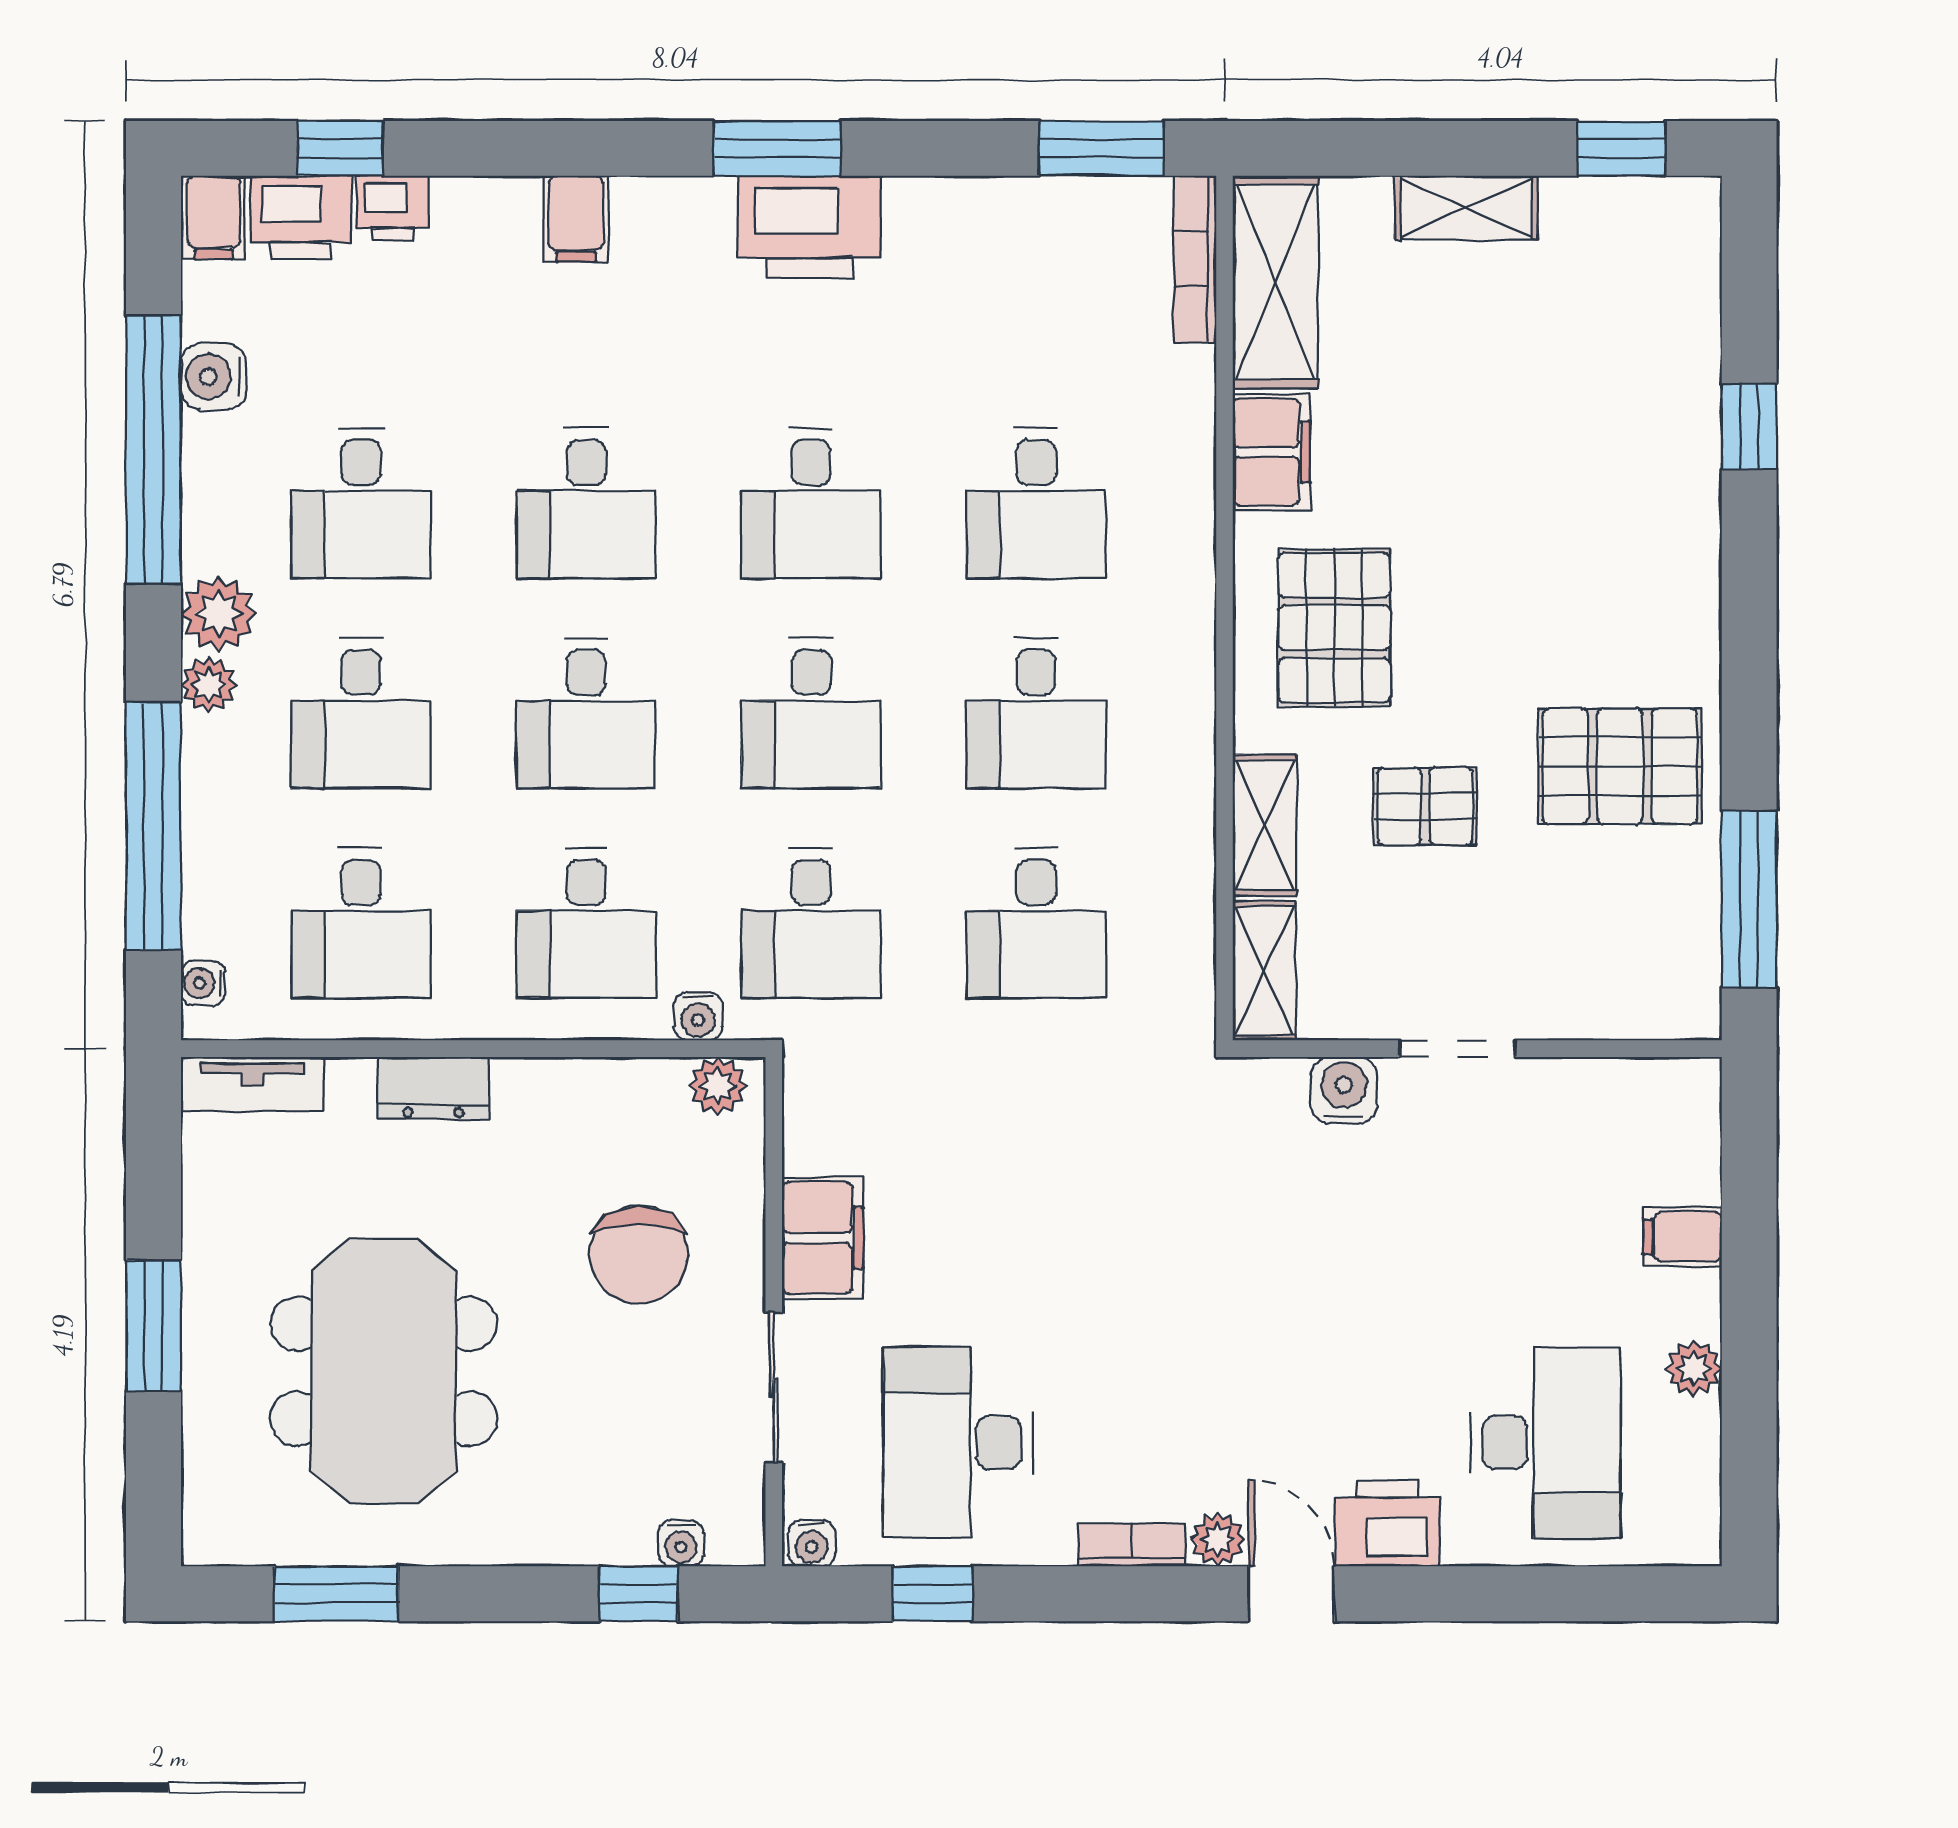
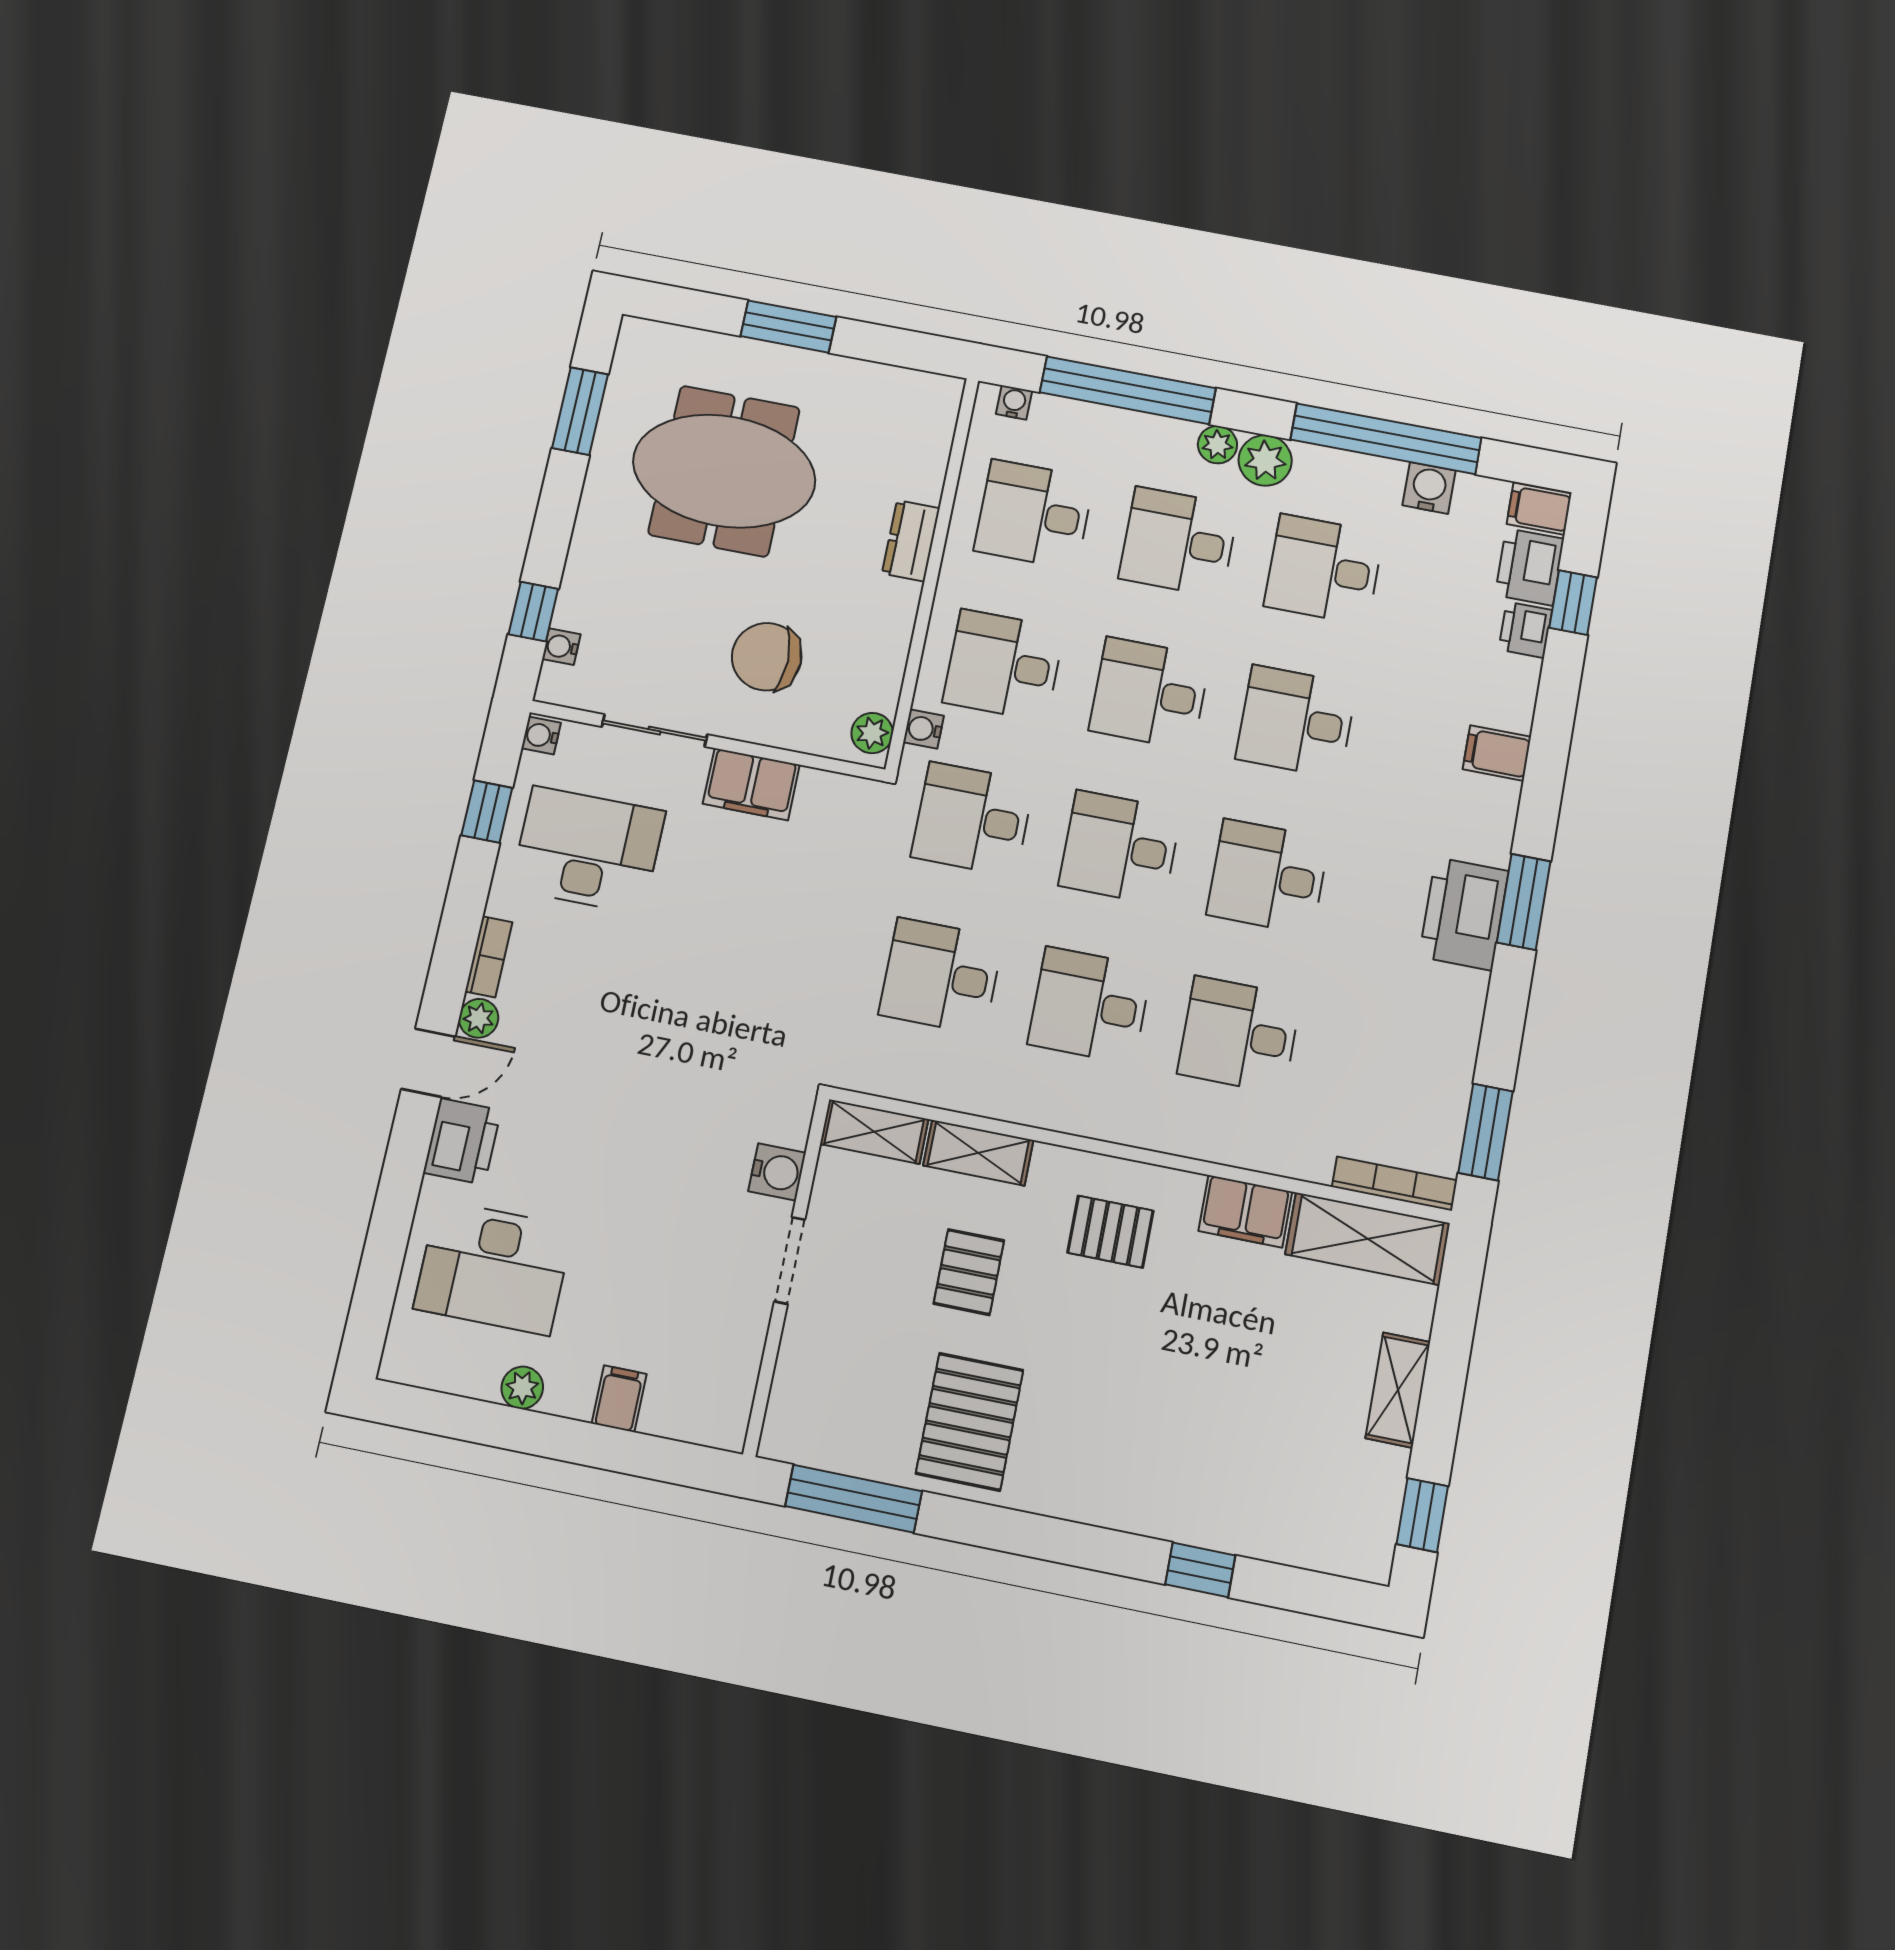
pallet: (1334, 628) -> (1110, 1232), width x0.67, depth x0.71
tv unit: (252, 1084) -> (939, 422), removed

